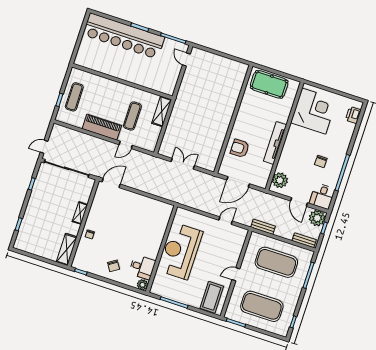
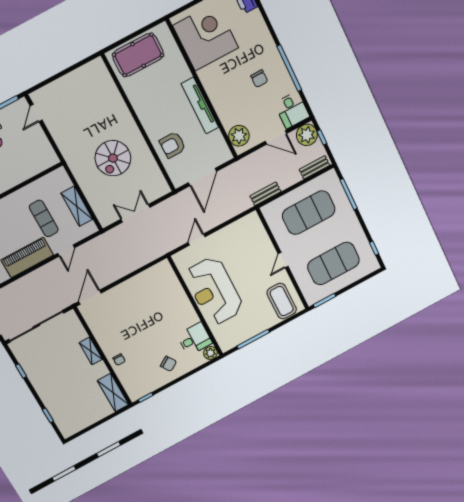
door: (186, 59) -> (36, 113), hinge flipped
shelving: (162, 111) -> (77, 206), moved
spiral stairs: (201, 123) -> (113, 158), added
door: (226, 221) -> (197, 240), moved

